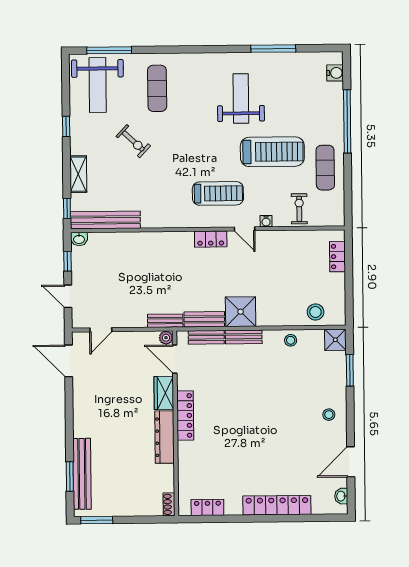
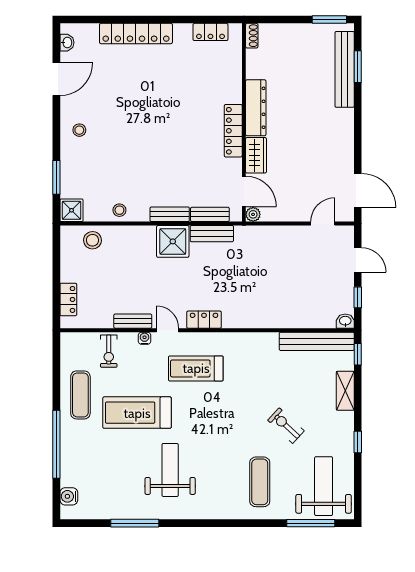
weight bench: (241, 99) -> (170, 470), turned 180
bench: (165, 321) -> (133, 321), moved

